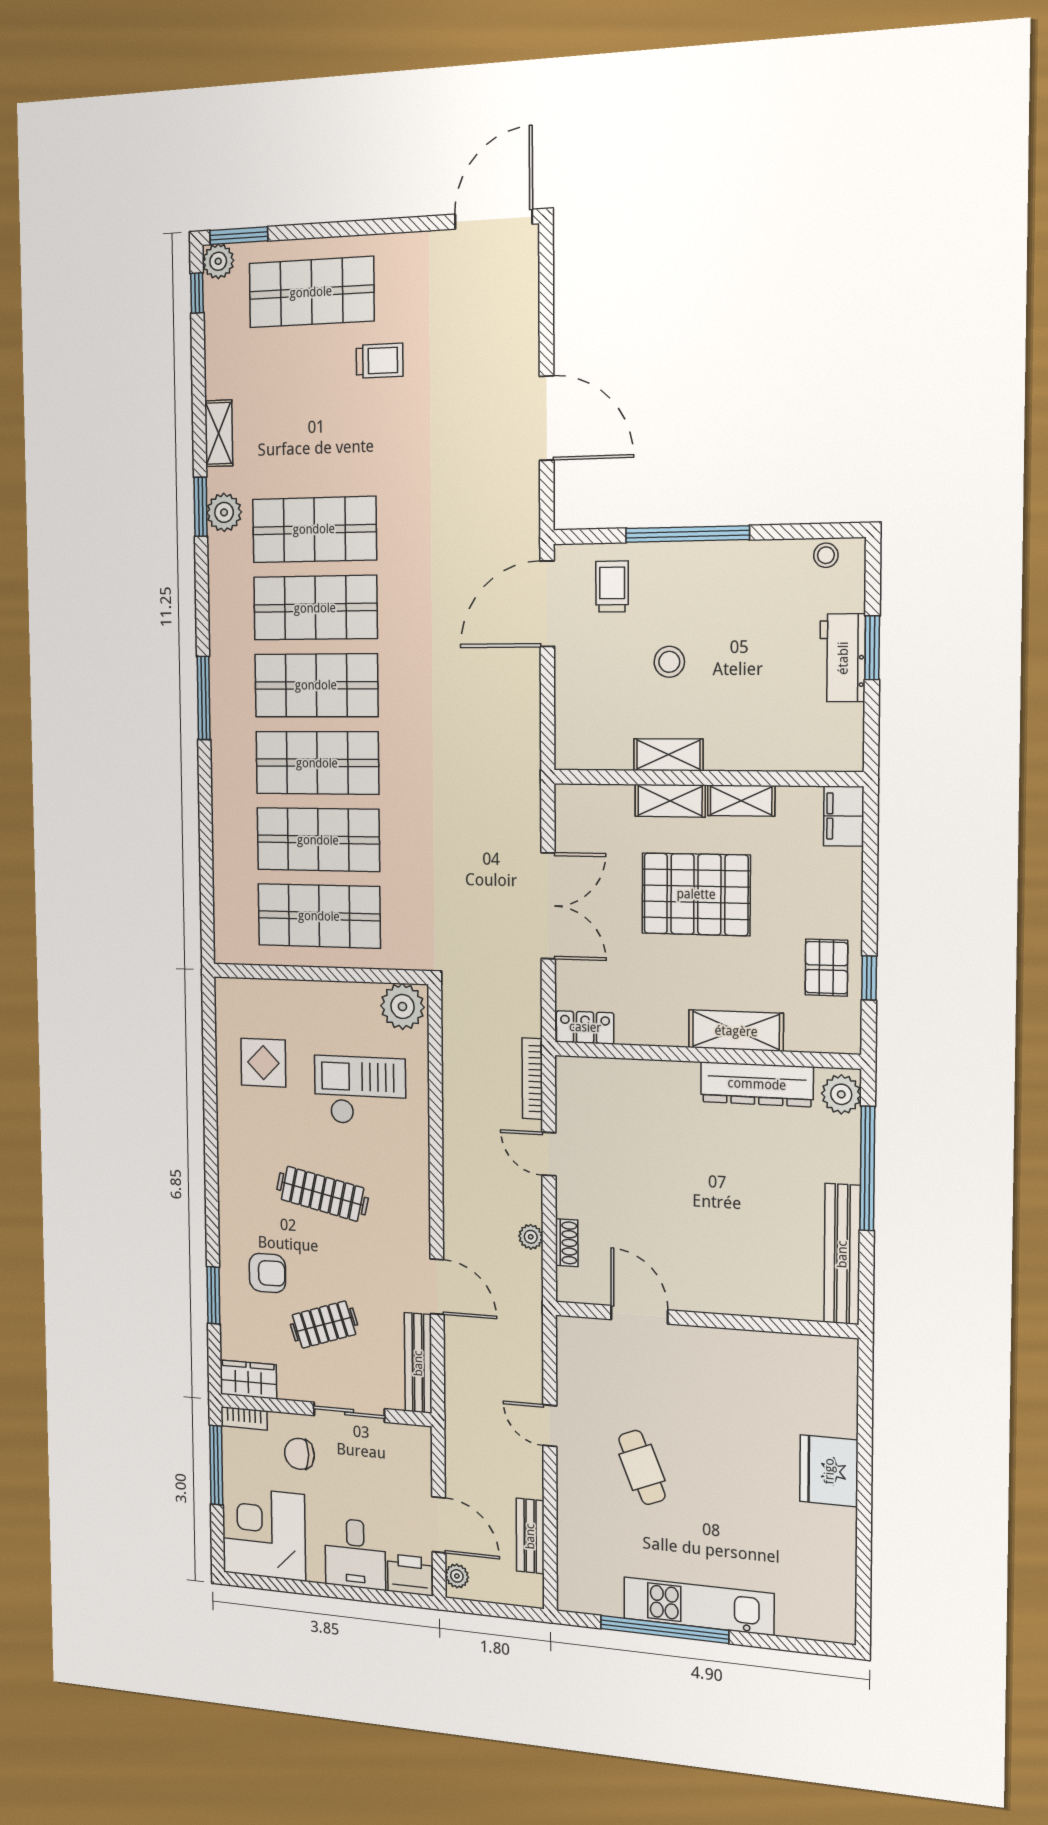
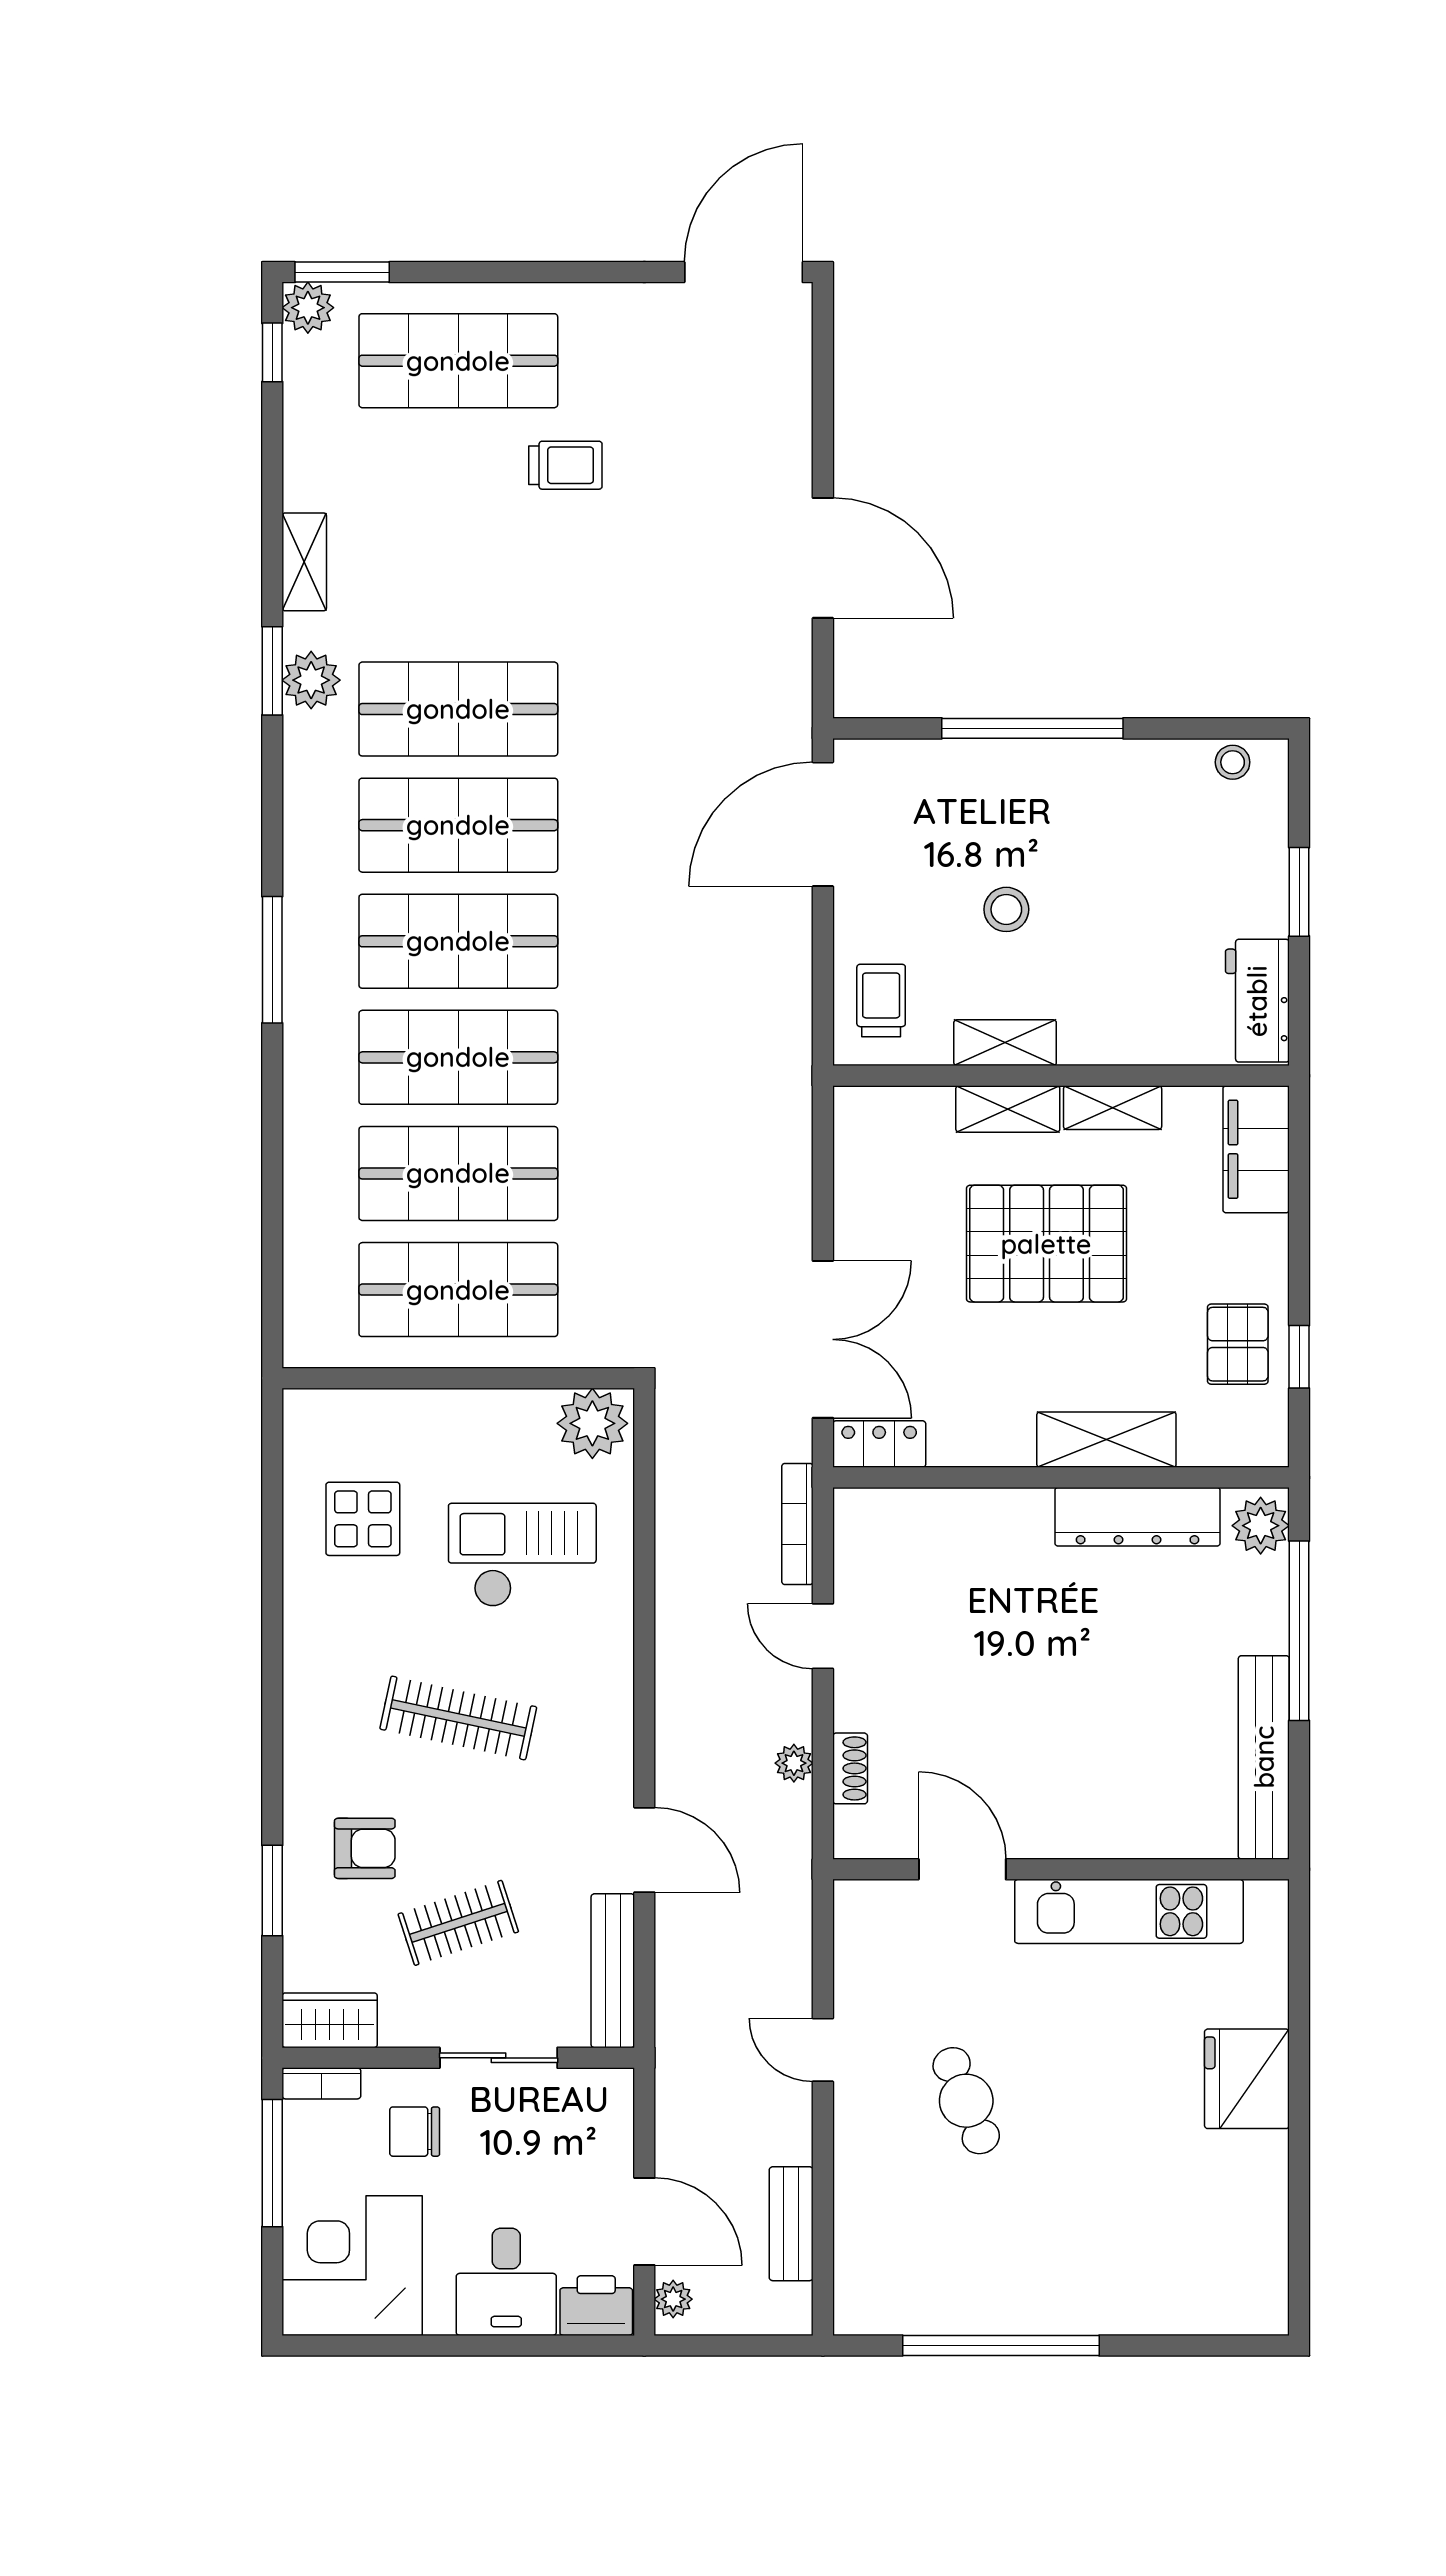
trolley: (612, 587) -> (881, 1001), moved
workbench: (843, 658) -> (1257, 1001), moved
filing cabinet: (844, 816) -> (1256, 1149), width x1.50, depth x1.17
double door: (548, 906) -> (823, 1339), moved
kitchen unit: (699, 1606) -> (1129, 1911), moved, turned 180

